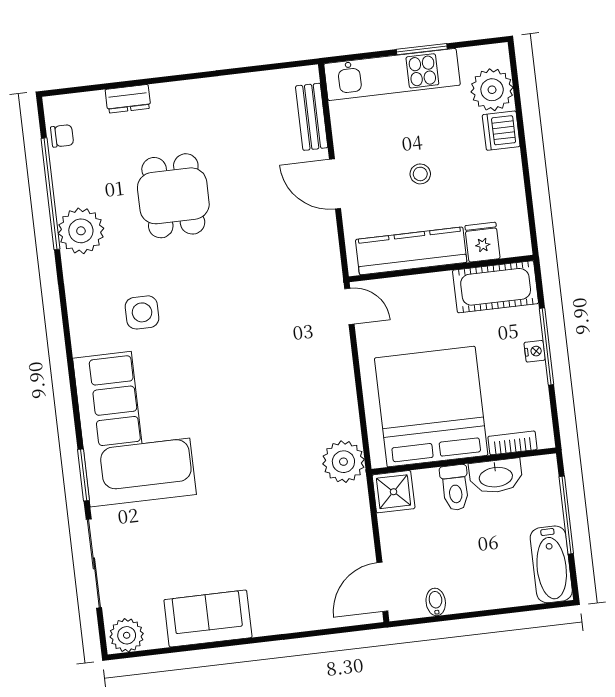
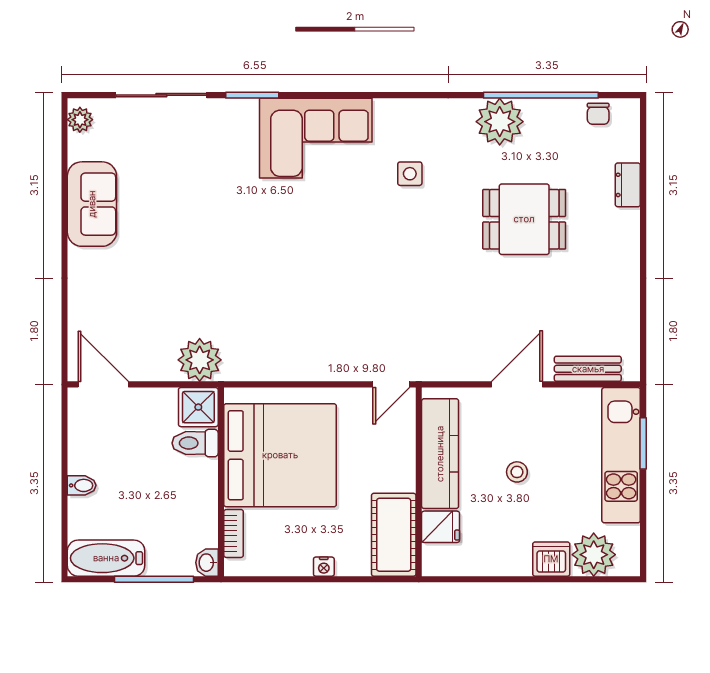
window: (422, 49) -> (643, 443), moved
side table: (142, 312) -> (410, 174), width x0.73, depth x0.73
window: (547, 347) -> (327, 579), removed
corner sofa: (134, 426) -> (316, 138), width x0.73, depth x0.74
plant: (343, 462) -> (200, 360), moved
washbasin: (496, 476) -> (207, 563), moved, width x0.52, depth x0.69
toilet: (455, 488) -> (195, 443), moved
bidet: (436, 602) -> (82, 485), moved
plant: (127, 635) -> (80, 120), width x0.73, depth x0.73

